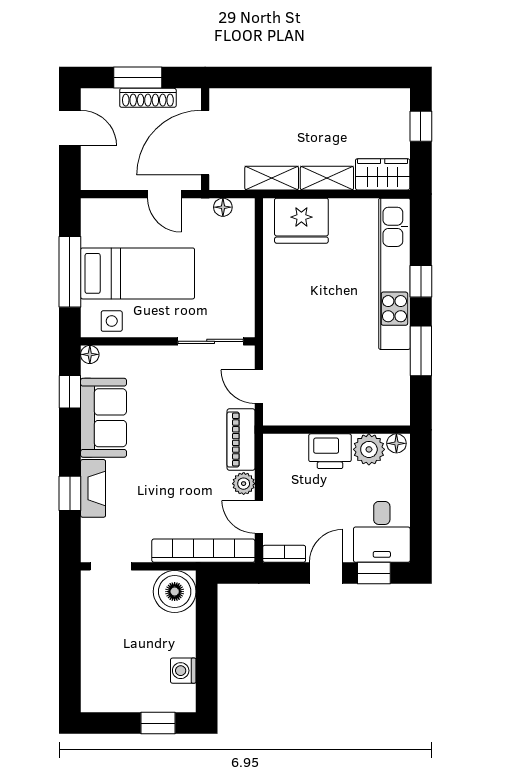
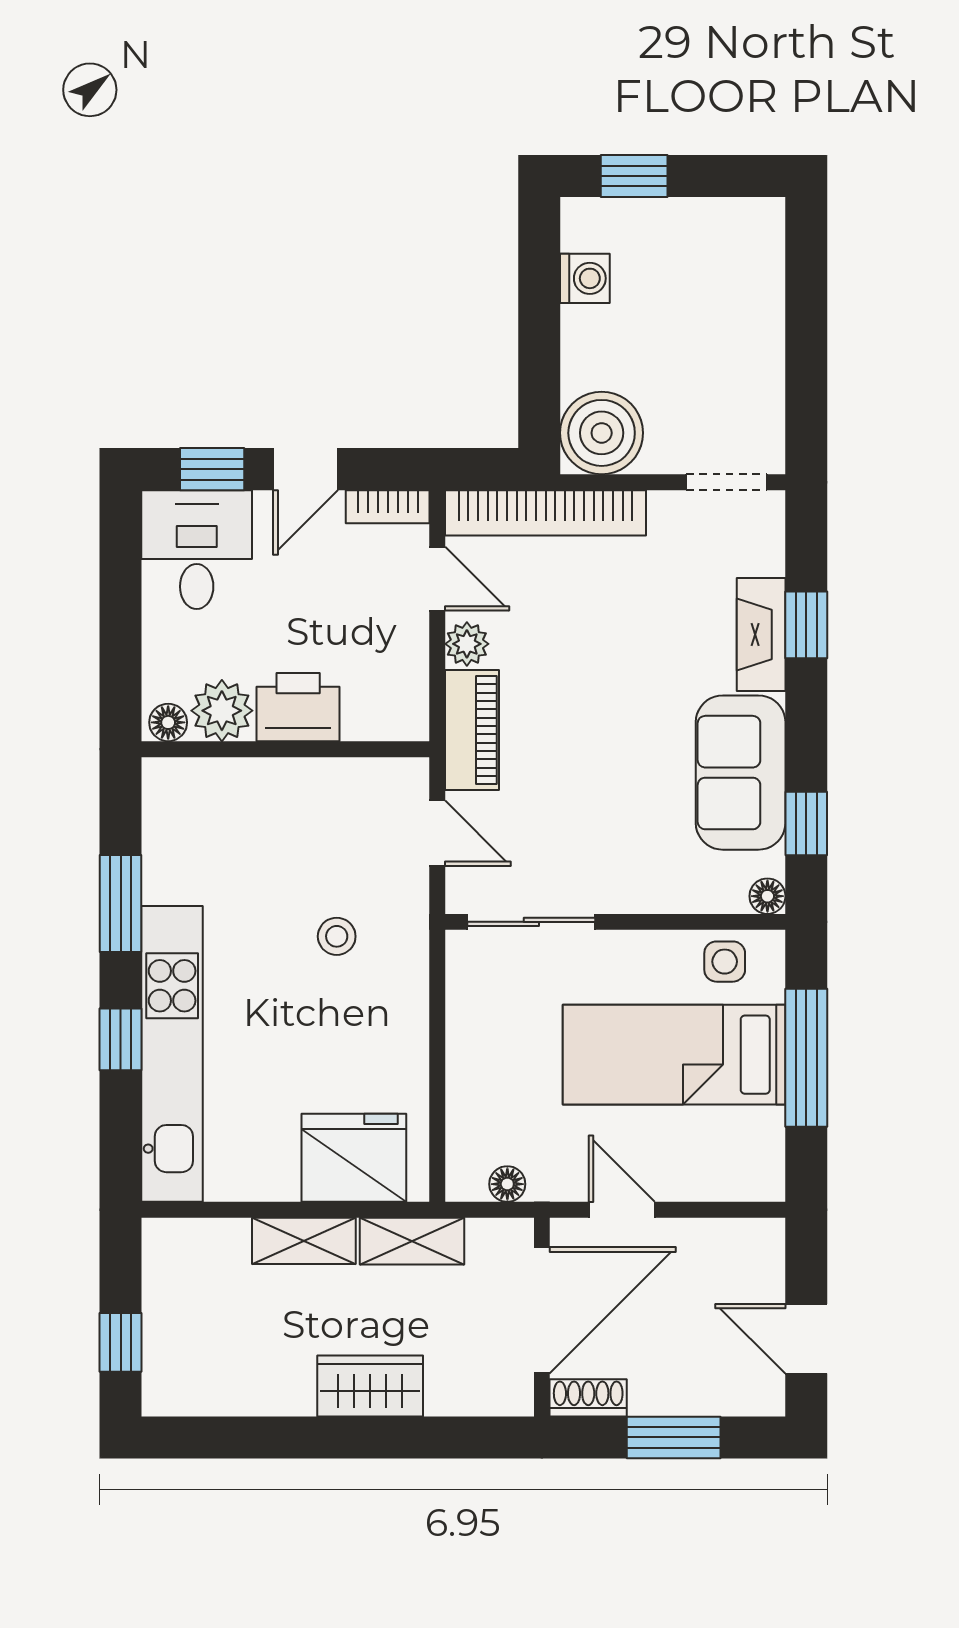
shoe rack: (148, 98) -> (588, 1398), moved, width x0.70
wardrobe: (383, 174) -> (370, 1386), moved, turned 180
stool: (310, 334) -> (337, 936), added

